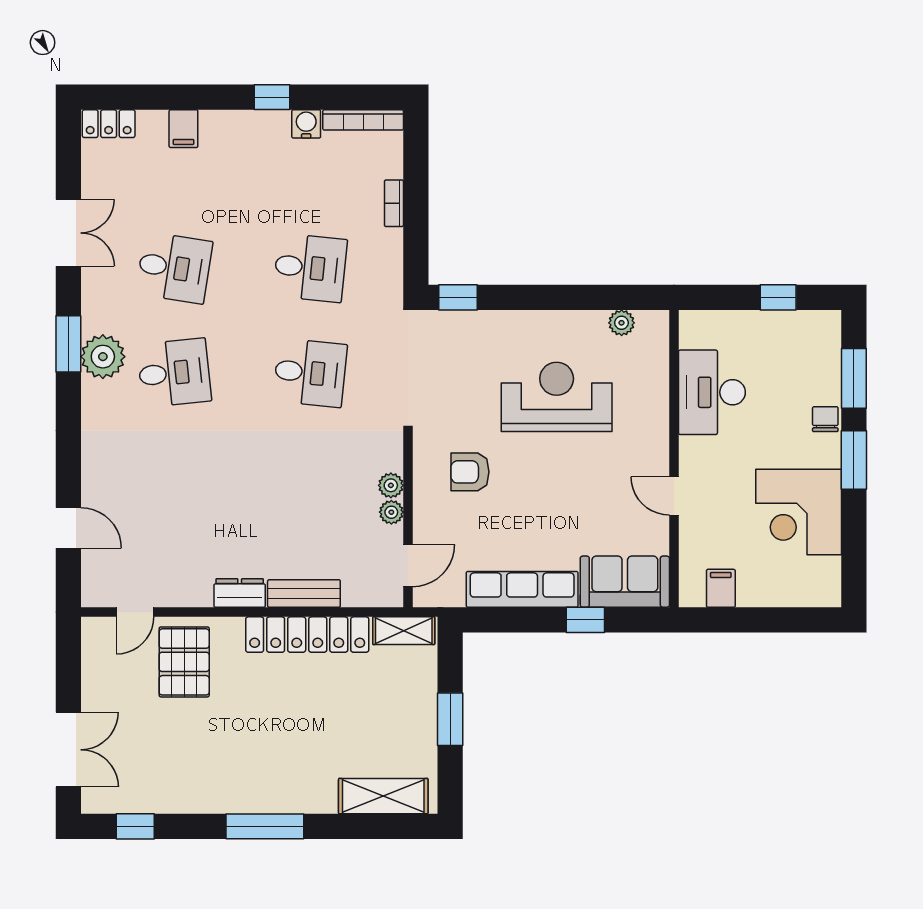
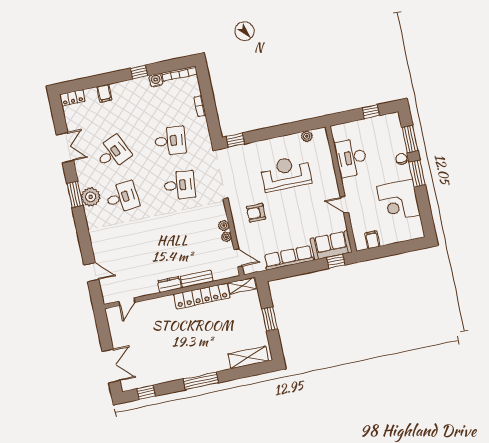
desk: (174, 268) -> (113, 153), turned -33
door: (408, 566) -> (238, 258), hinge flipped
window: (585, 620) -> (336, 261), moved
pallet: (184, 662) -> (152, 319), removed

